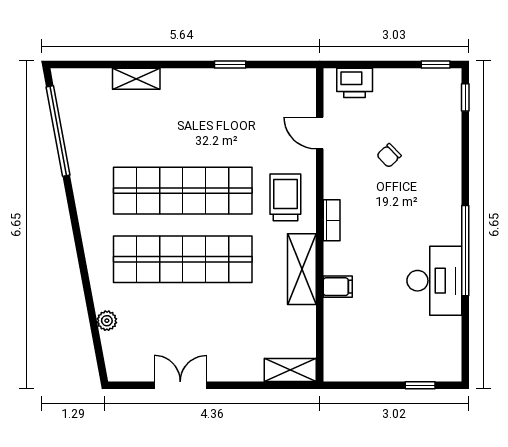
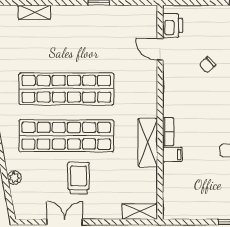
printer: (355, 83) -> (173, 25), moved, turned -90
trolley: (285, 197) -> (78, 178), moved
bookcase: (332, 220) -> (168, 132), moved

